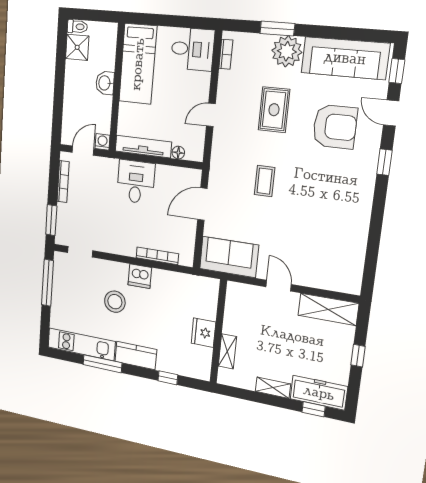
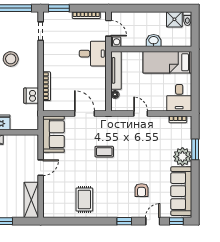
rug: (274, 110) -> (84, 199), moved, turned 90
armchair: (335, 127) -> (142, 190), width x0.53, depth x0.53
desk: (136, 182) -> (93, 54), moved
dishwasher: (140, 276) -> (31, 96), moved

